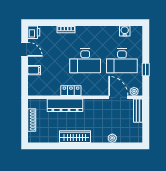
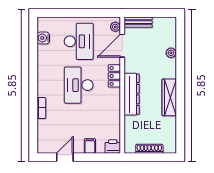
printer: (34, 32) -> (113, 146), moved
desk: (85, 61) -> (79, 85), turned 180
window: (146, 70) -> (89, 13), removed
locker: (71, 91) -> (114, 76), moved
dresser: (65, 105) -> (132, 94), moved

